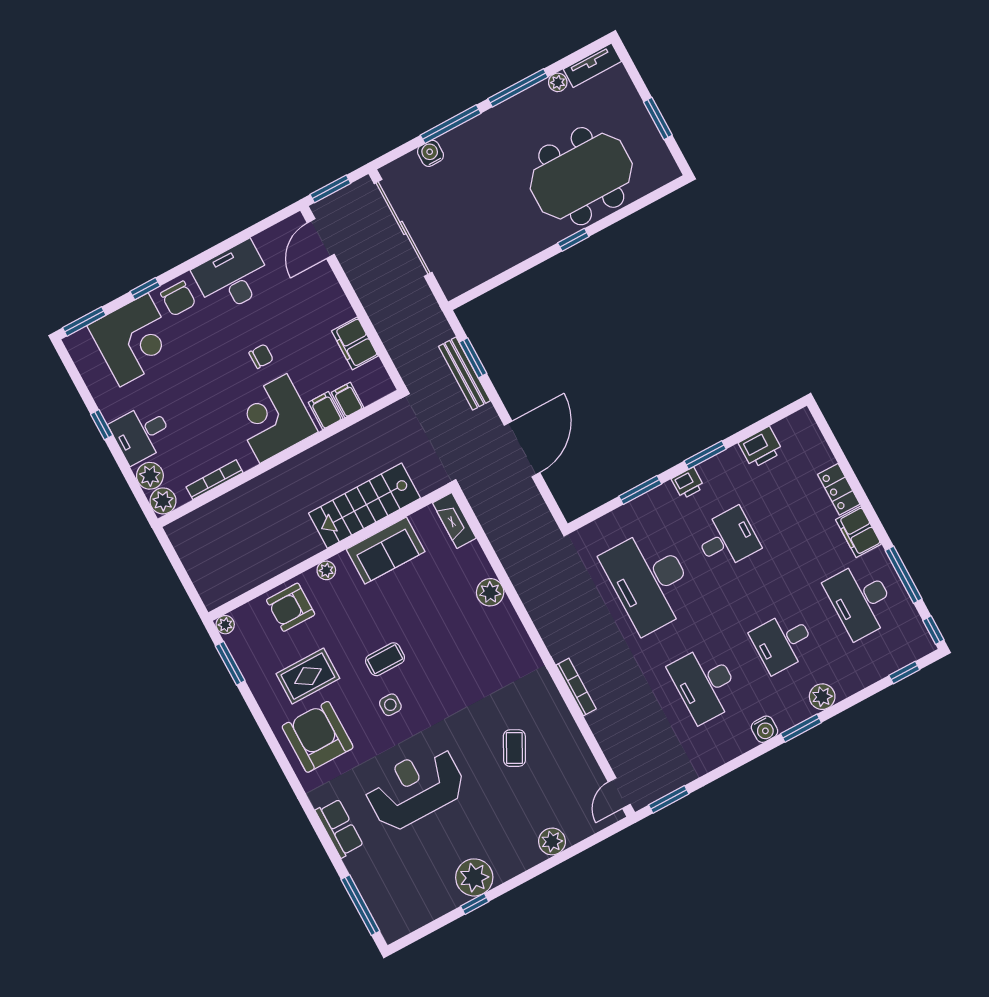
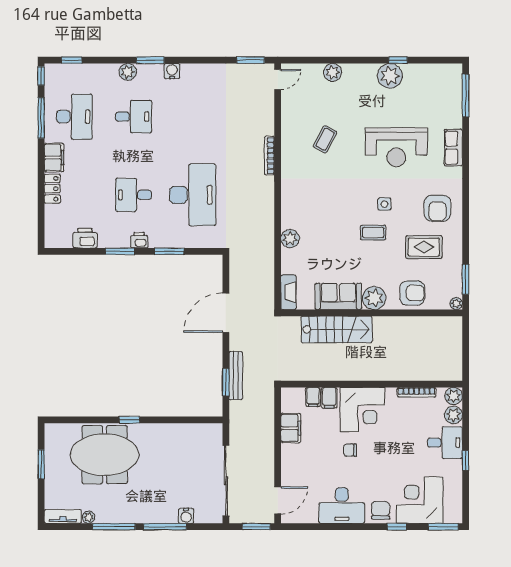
plant: (326, 570) -> (374, 298), width x1.88, depth x1.88
desk: (705, 684) -> (193, 117), removed
armchair: (318, 737) -> (437, 208), width x0.73, depth x0.73

